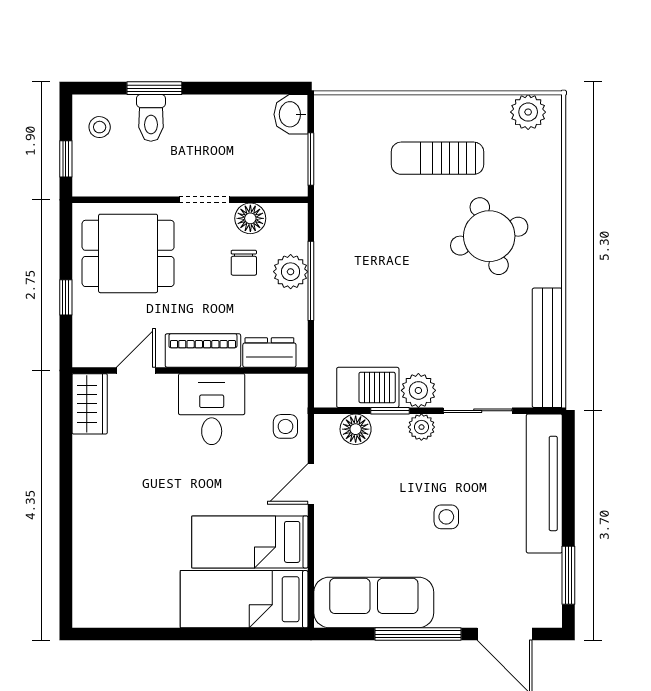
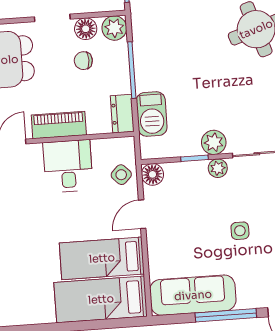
chair: (244, 263) -> (83, 61), turned 90
plant: (291, 272) -> (114, 28), moved
dresser: (269, 352) -> (122, 114), moved, turned -90
barbecue: (368, 387) -> (152, 114), moved, turned 90
side table: (285, 426) -> (121, 175), turned 45
floor lamp: (356, 429) -> (153, 174), moved

